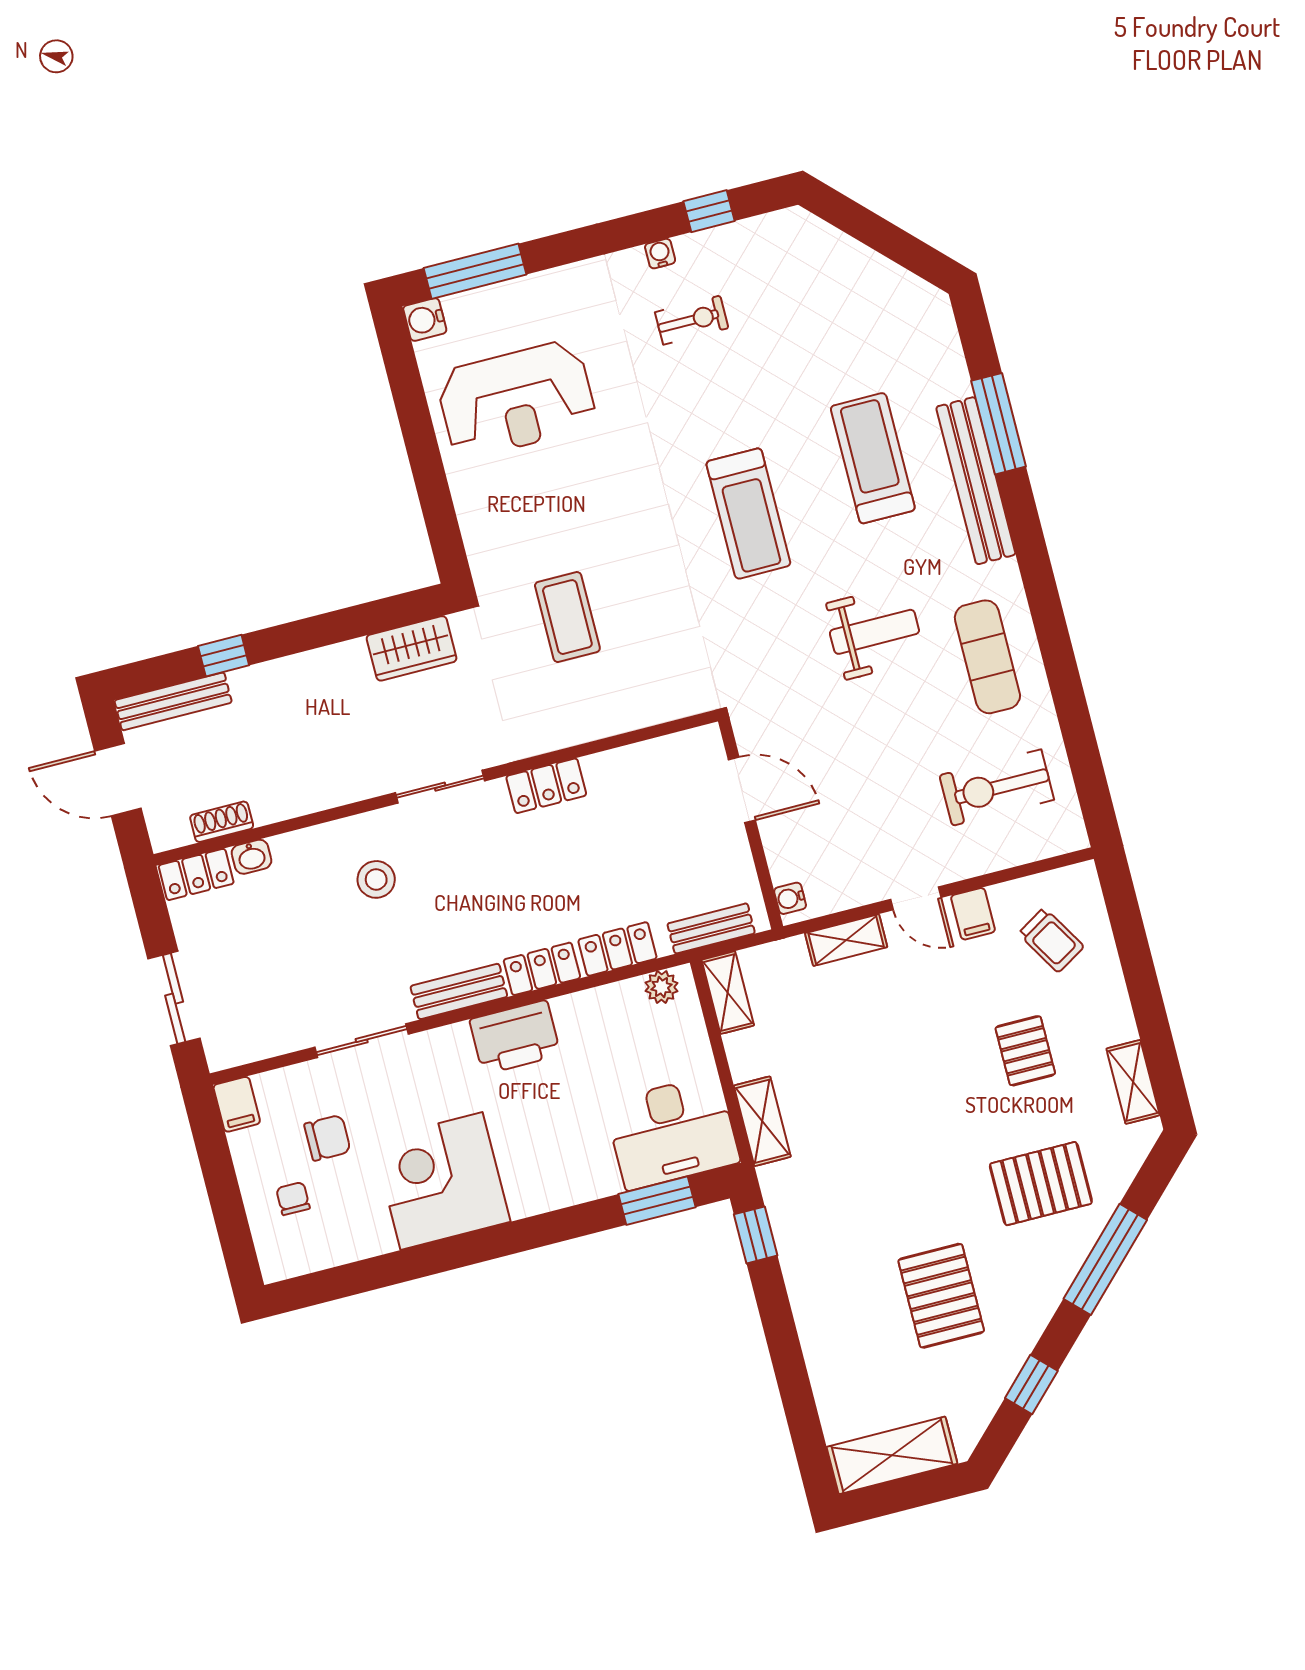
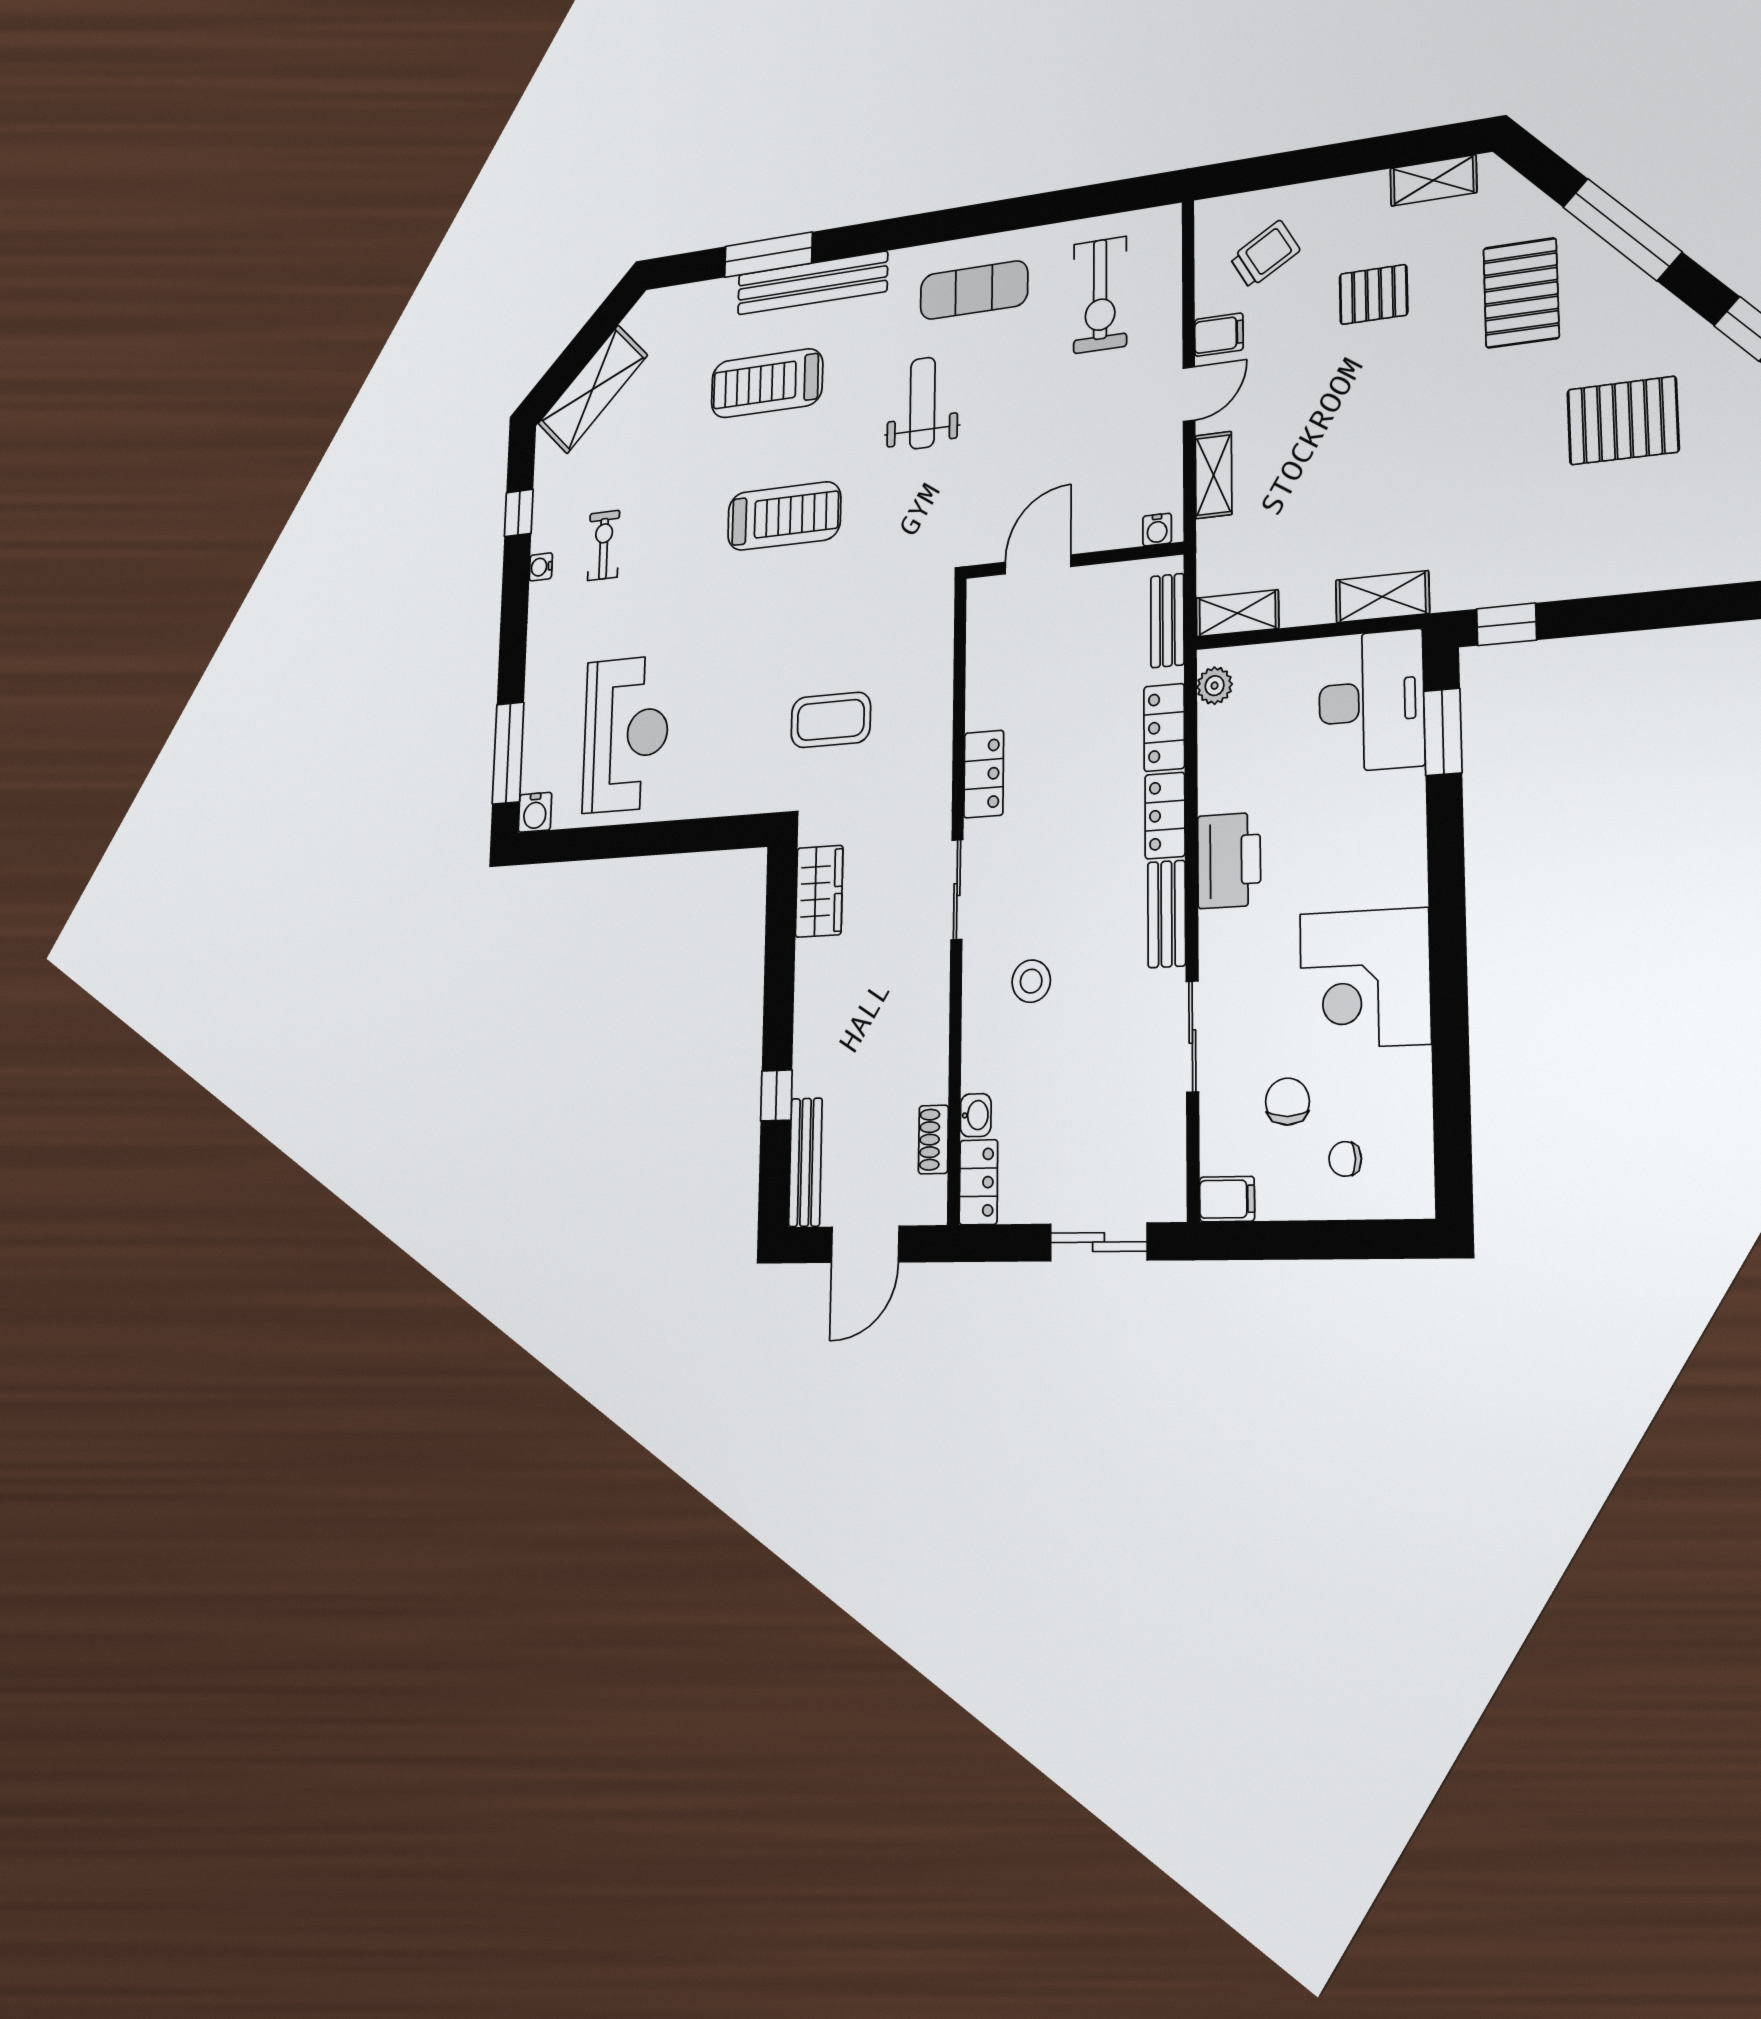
shelving: (843, 261) -> (593, 389), added

